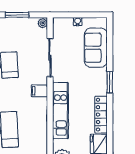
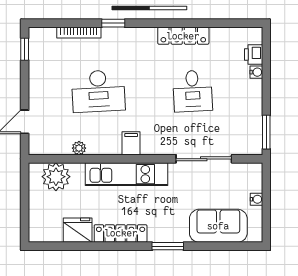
window: (17, 15) -> (266, 132), moved
plant: (43, 23) -> (79, 148), moved
filing cabinet: (39, 91) -> (131, 143), moved

